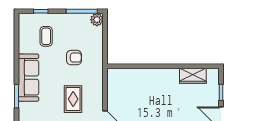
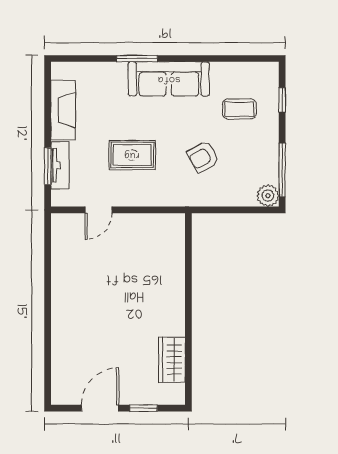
armchair: (74, 58) -> (203, 157), turned 61

